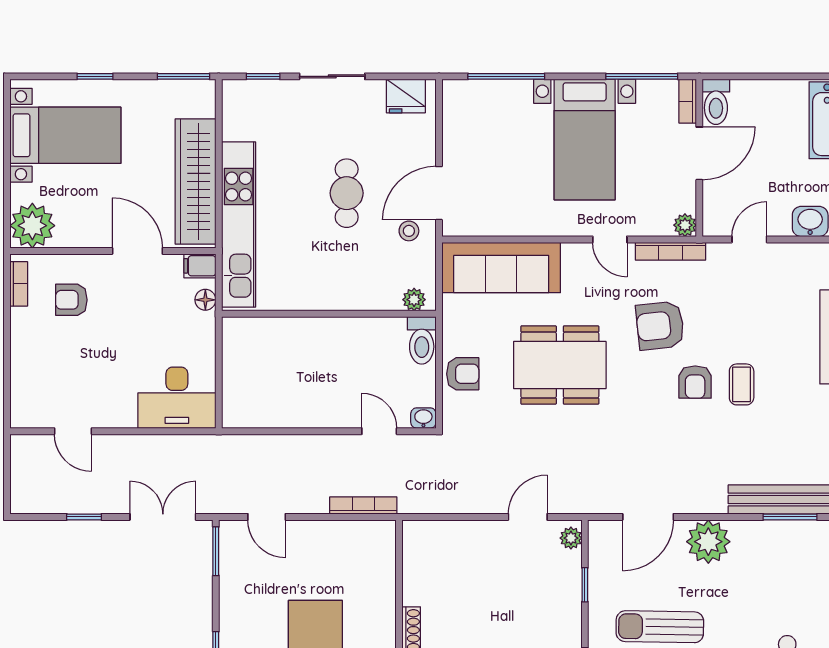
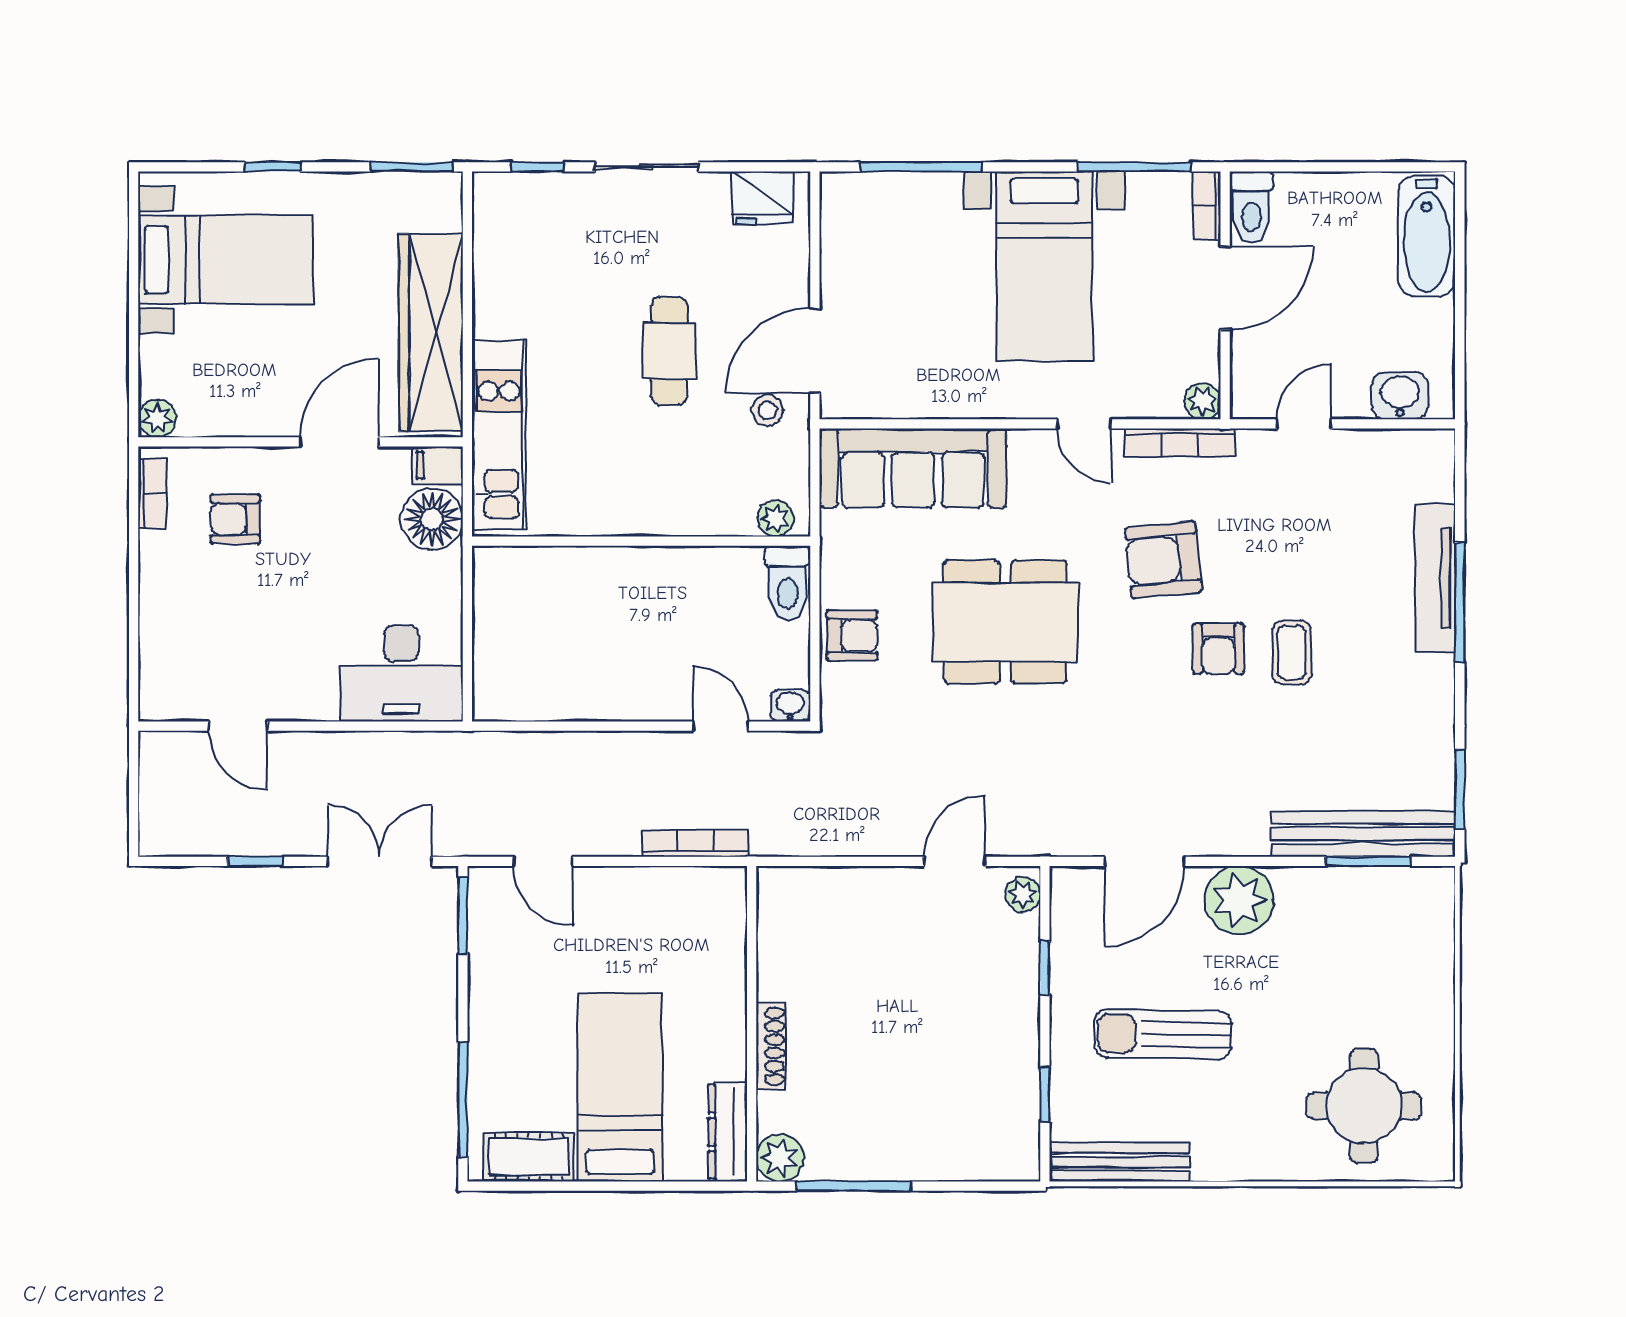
kitchen unit: (239, 224) -> (499, 435), width x0.73
plant: (32, 226) -> (157, 418), width x0.53, depth x0.53
door: (137, 251) -> (339, 442), hinge flipped
floor lamp: (205, 300) -> (432, 519), width x1.89, depth x1.89

